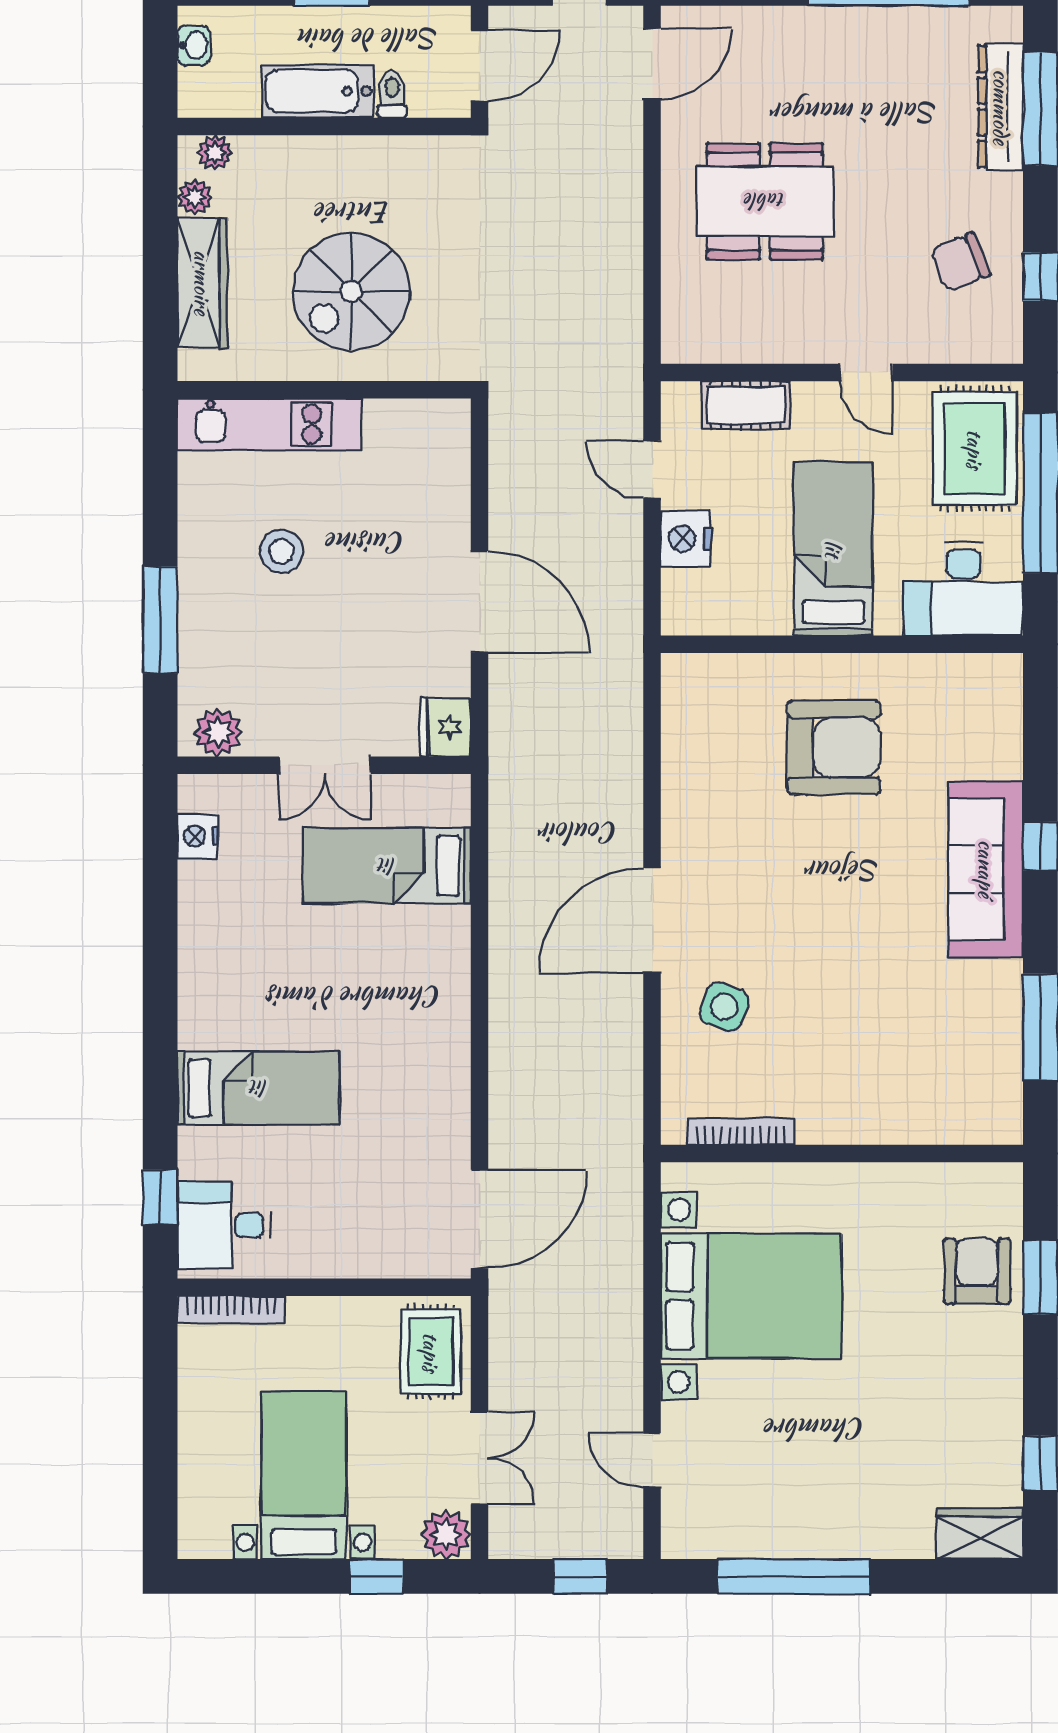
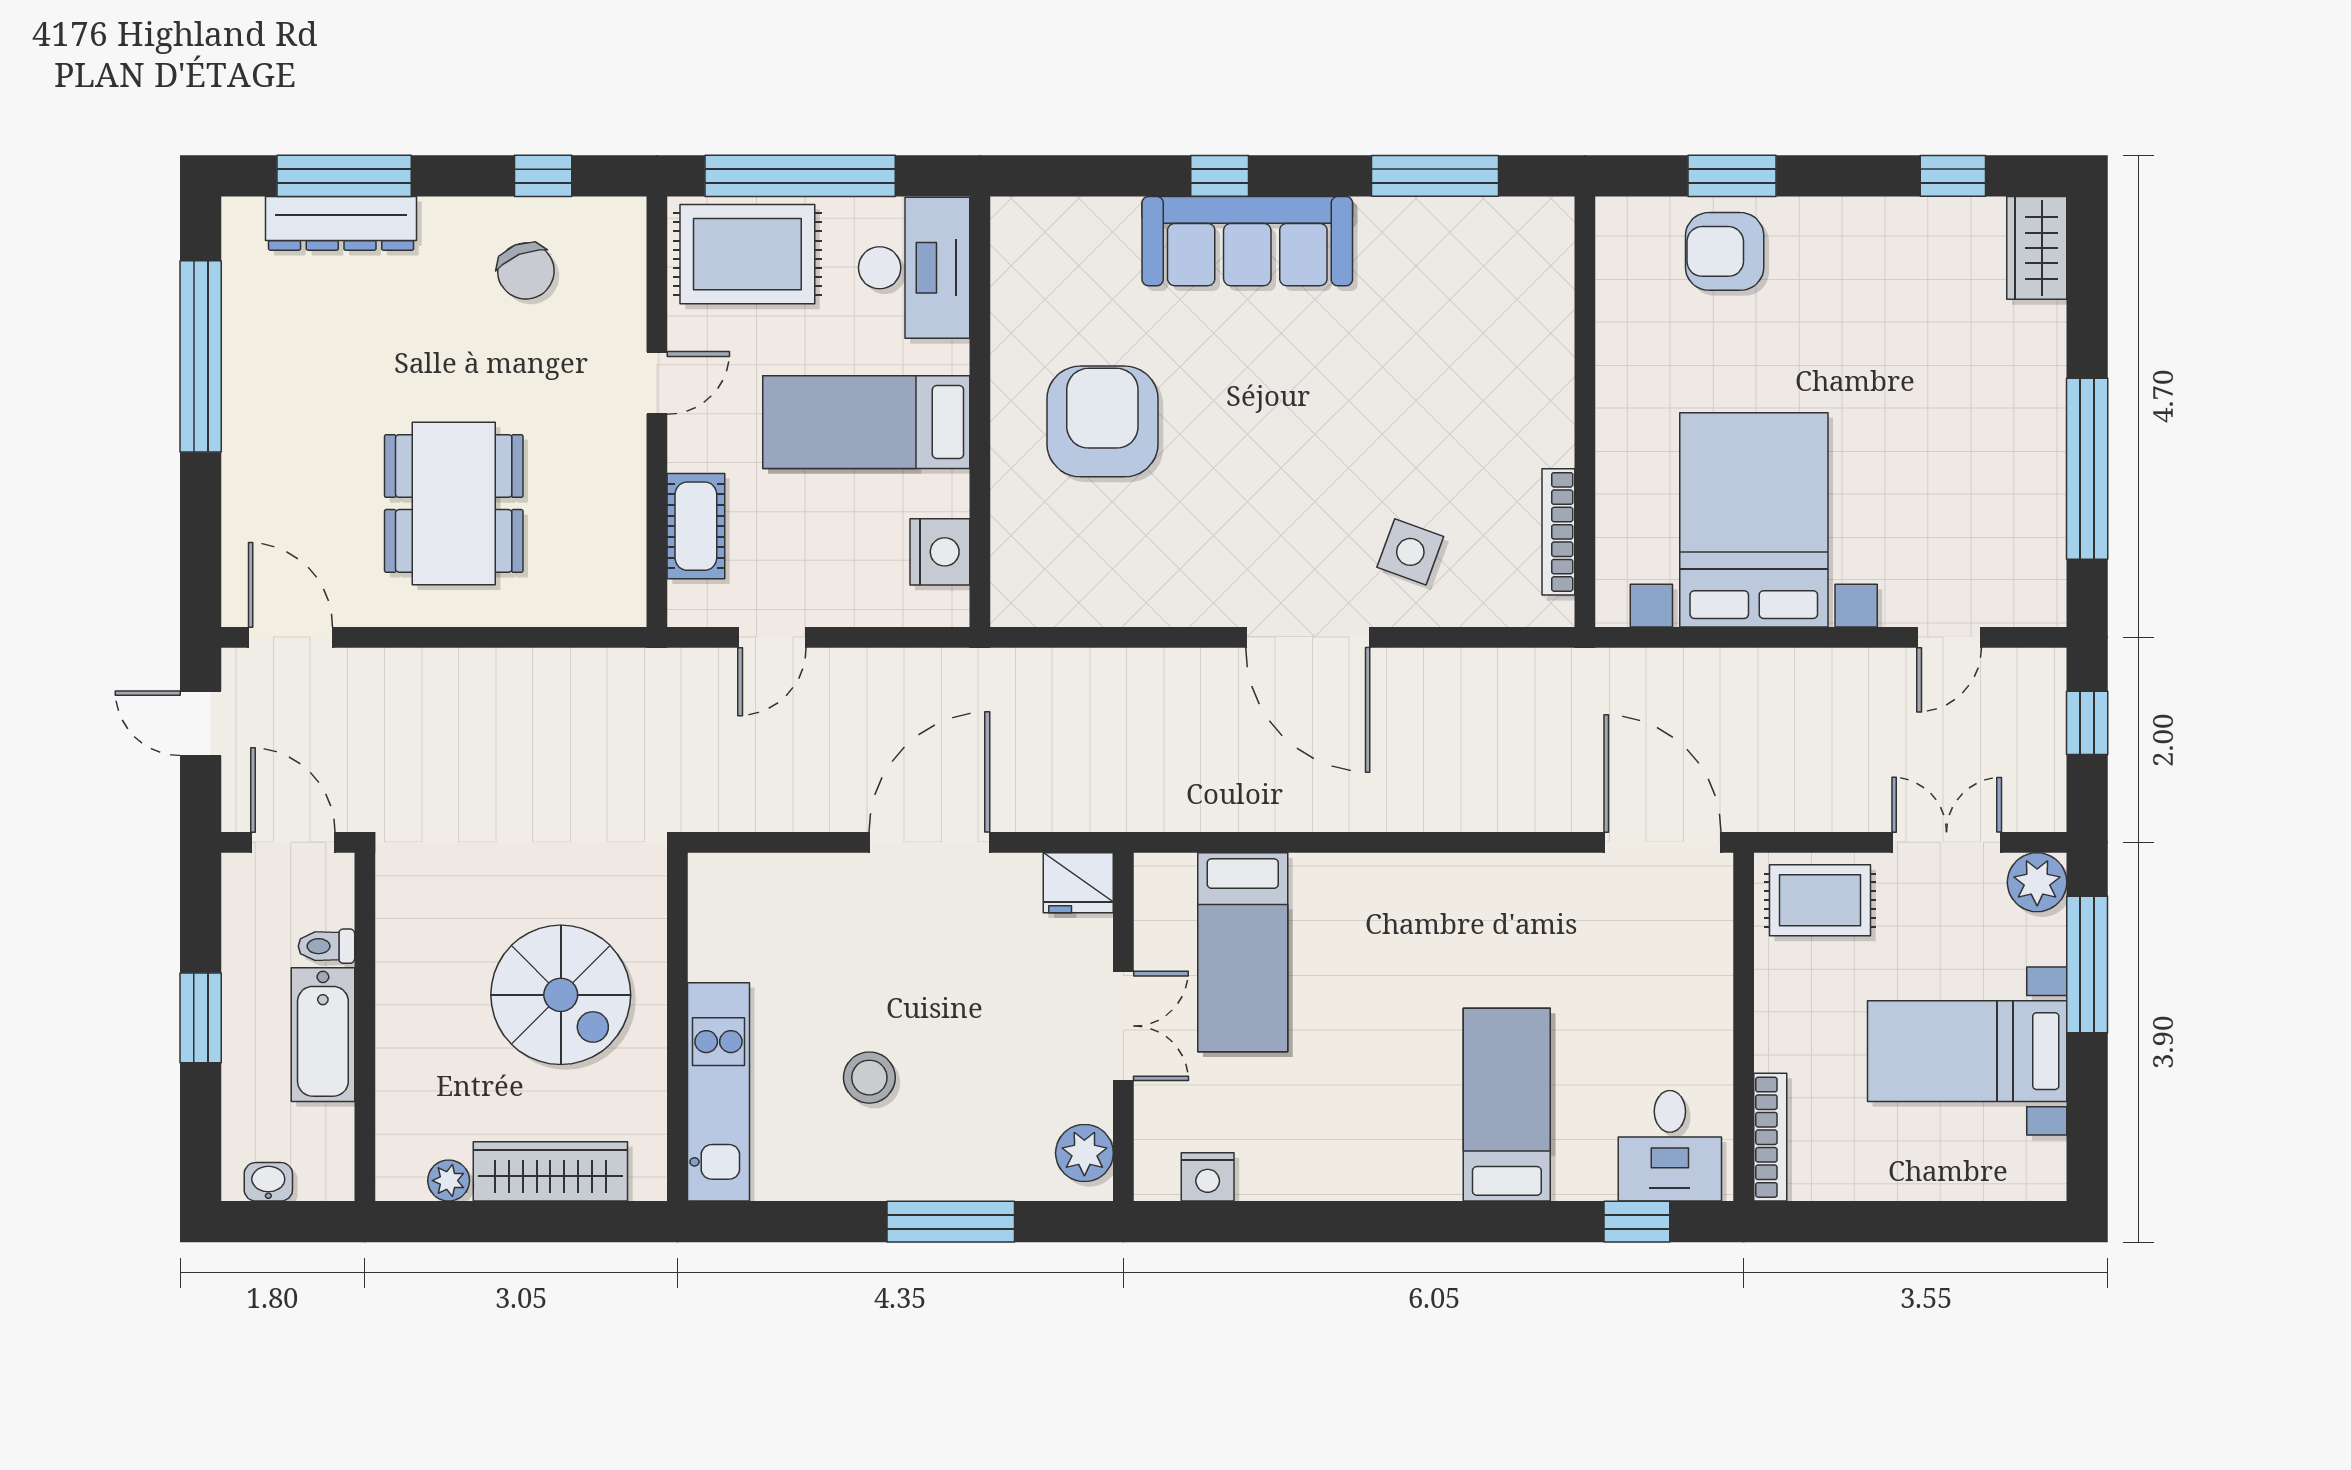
plant: (215, 153) -> (396, 1157), removed
nightstand: (686, 539) -> (940, 552), moved, turned -90
window: (377, 1576) -> (2087, 965), width x2.17

